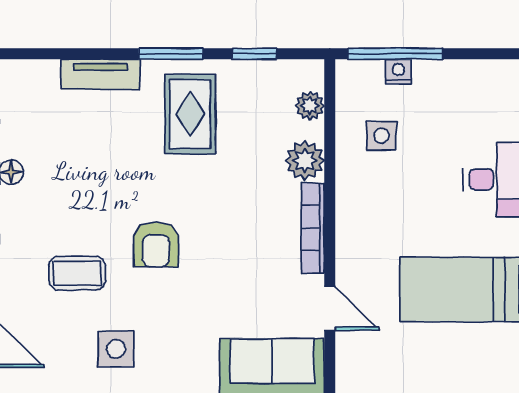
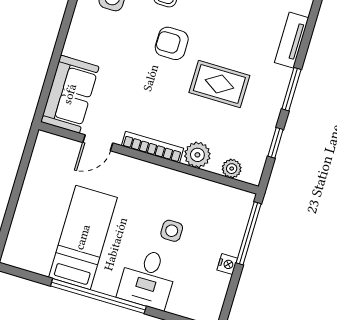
nightstand: (398, 71) -> (227, 264), moved
rug: (190, 114) -> (219, 84), moved
side table: (381, 136) -> (172, 231), moved

